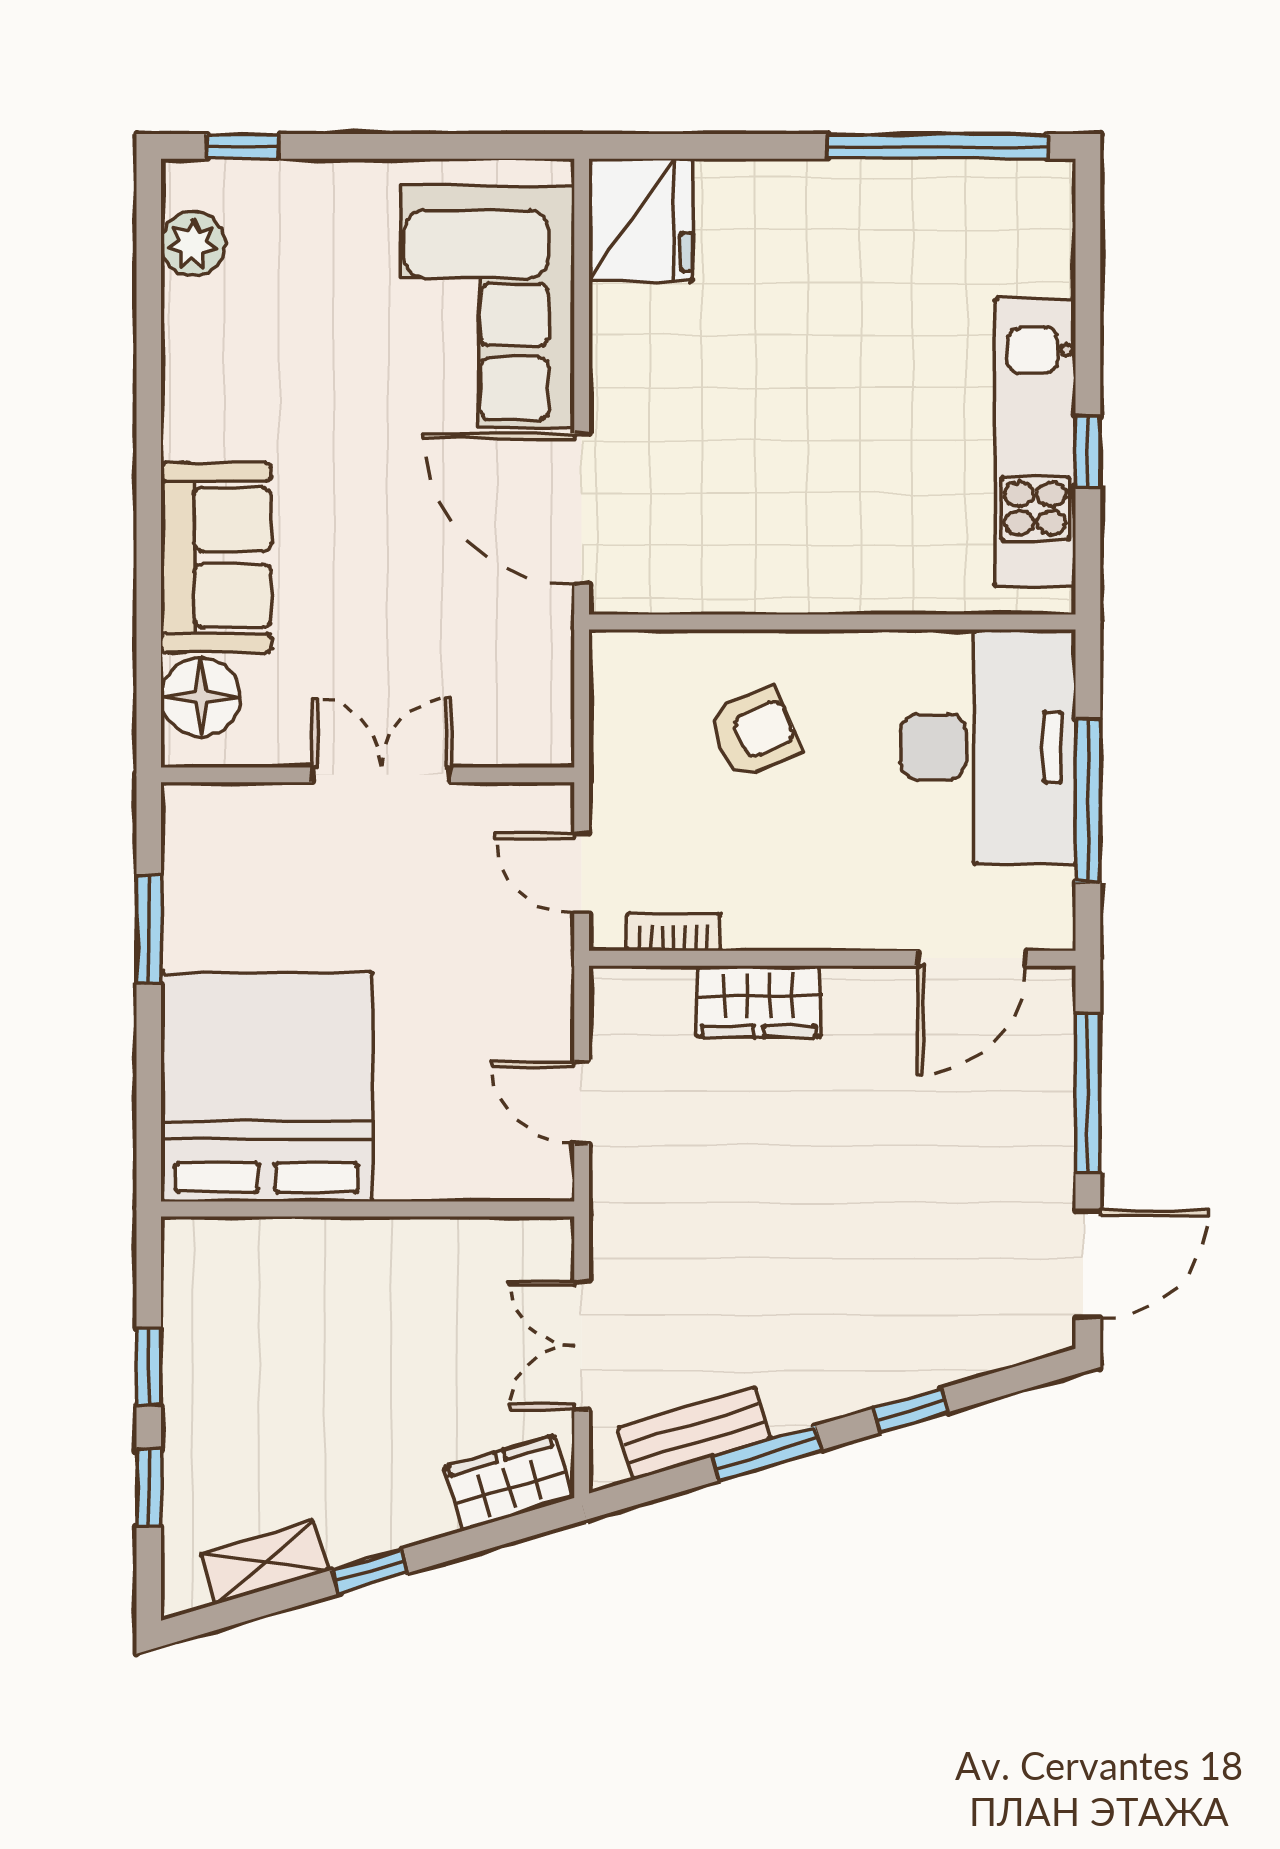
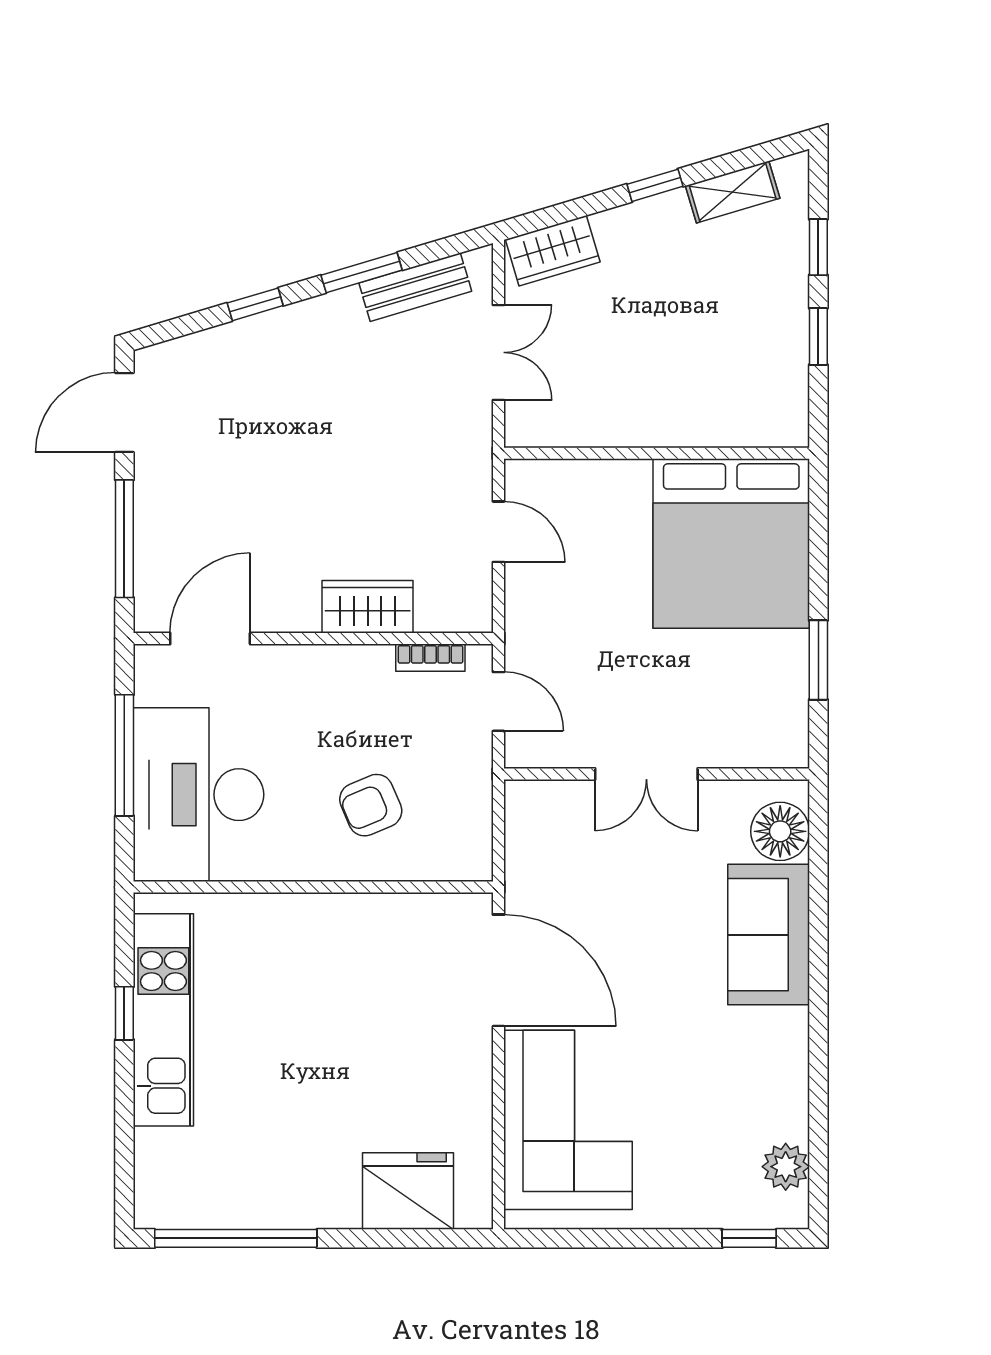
fridge: (641, 220) -> (408, 1191), moved, turned 90

